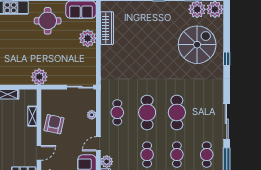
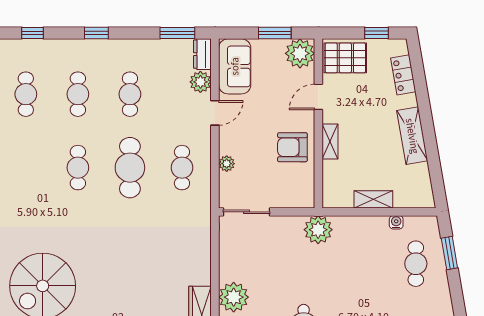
cafe table: (177, 112) -> (78, 168), width x0.73, depth x0.74
shelving: (32, 116) -> (330, 141), moved
armchair: (54, 124) -> (292, 147), turned 78

